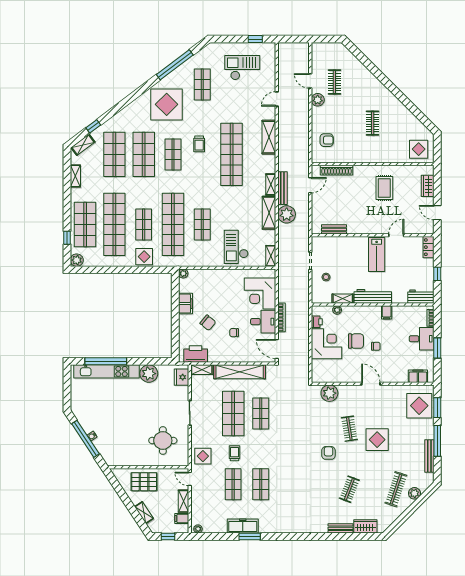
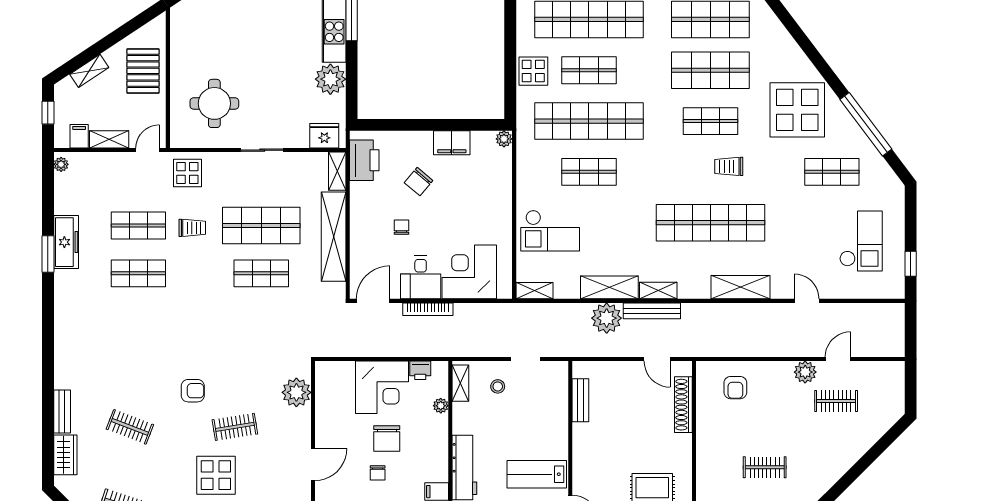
checkout: (236, 247) -> (550, 231), turned 180
shelving: (343, 299) -> (460, 383), moved

